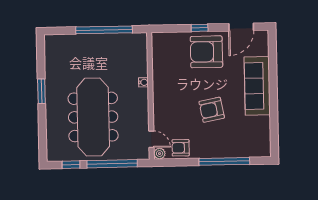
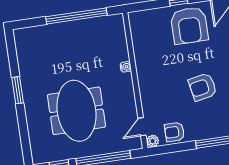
armchair: (206, 52) -> (189, 26), turned -90
meeting table: (93, 117) -> (76, 111), width x0.73
door: (151, 139) -> (142, 127), swing flipped

